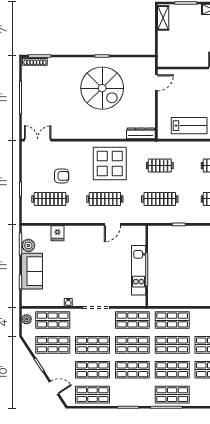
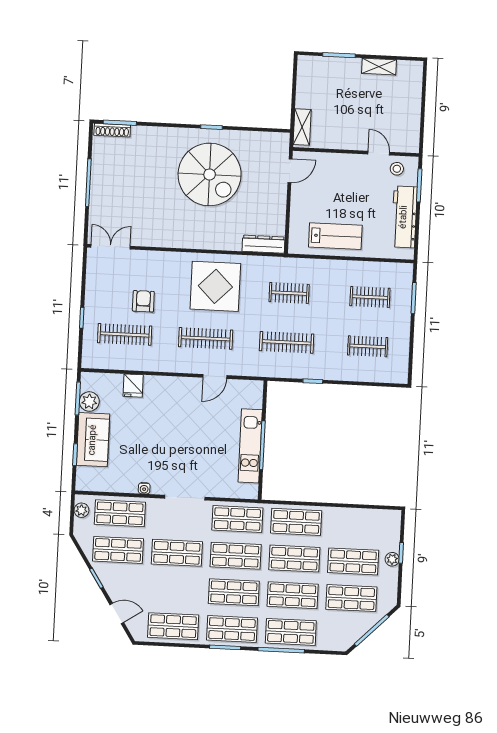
shelving: (163, 18) -> (302, 127), moved
armchair: (62, 176) -> (143, 301), turned -90
shop shelf: (93, 370) -> (232, 629), moved

